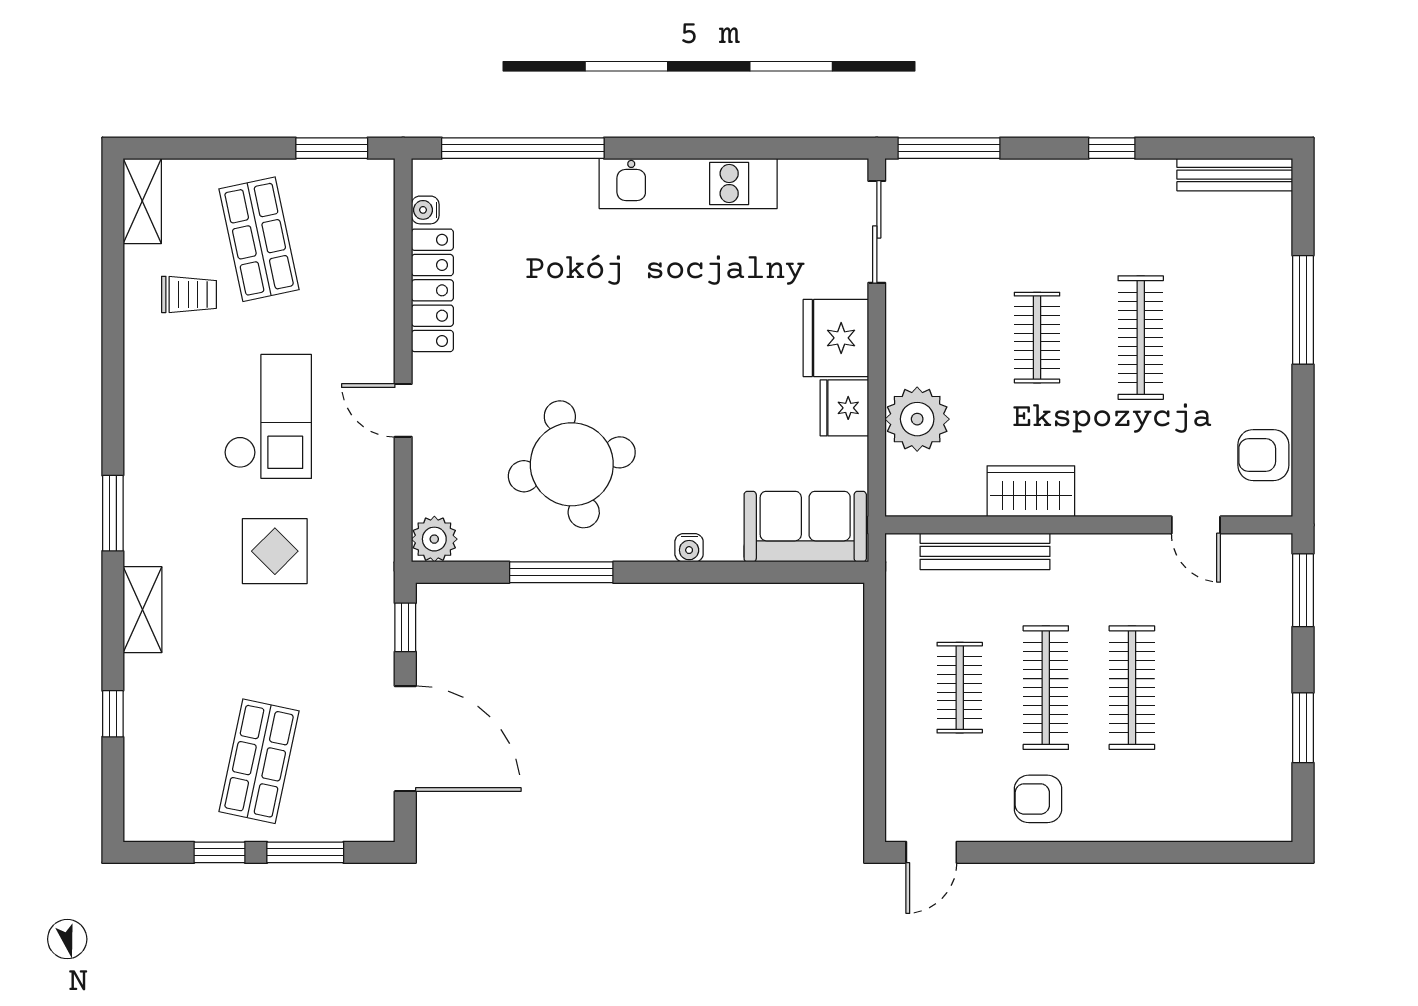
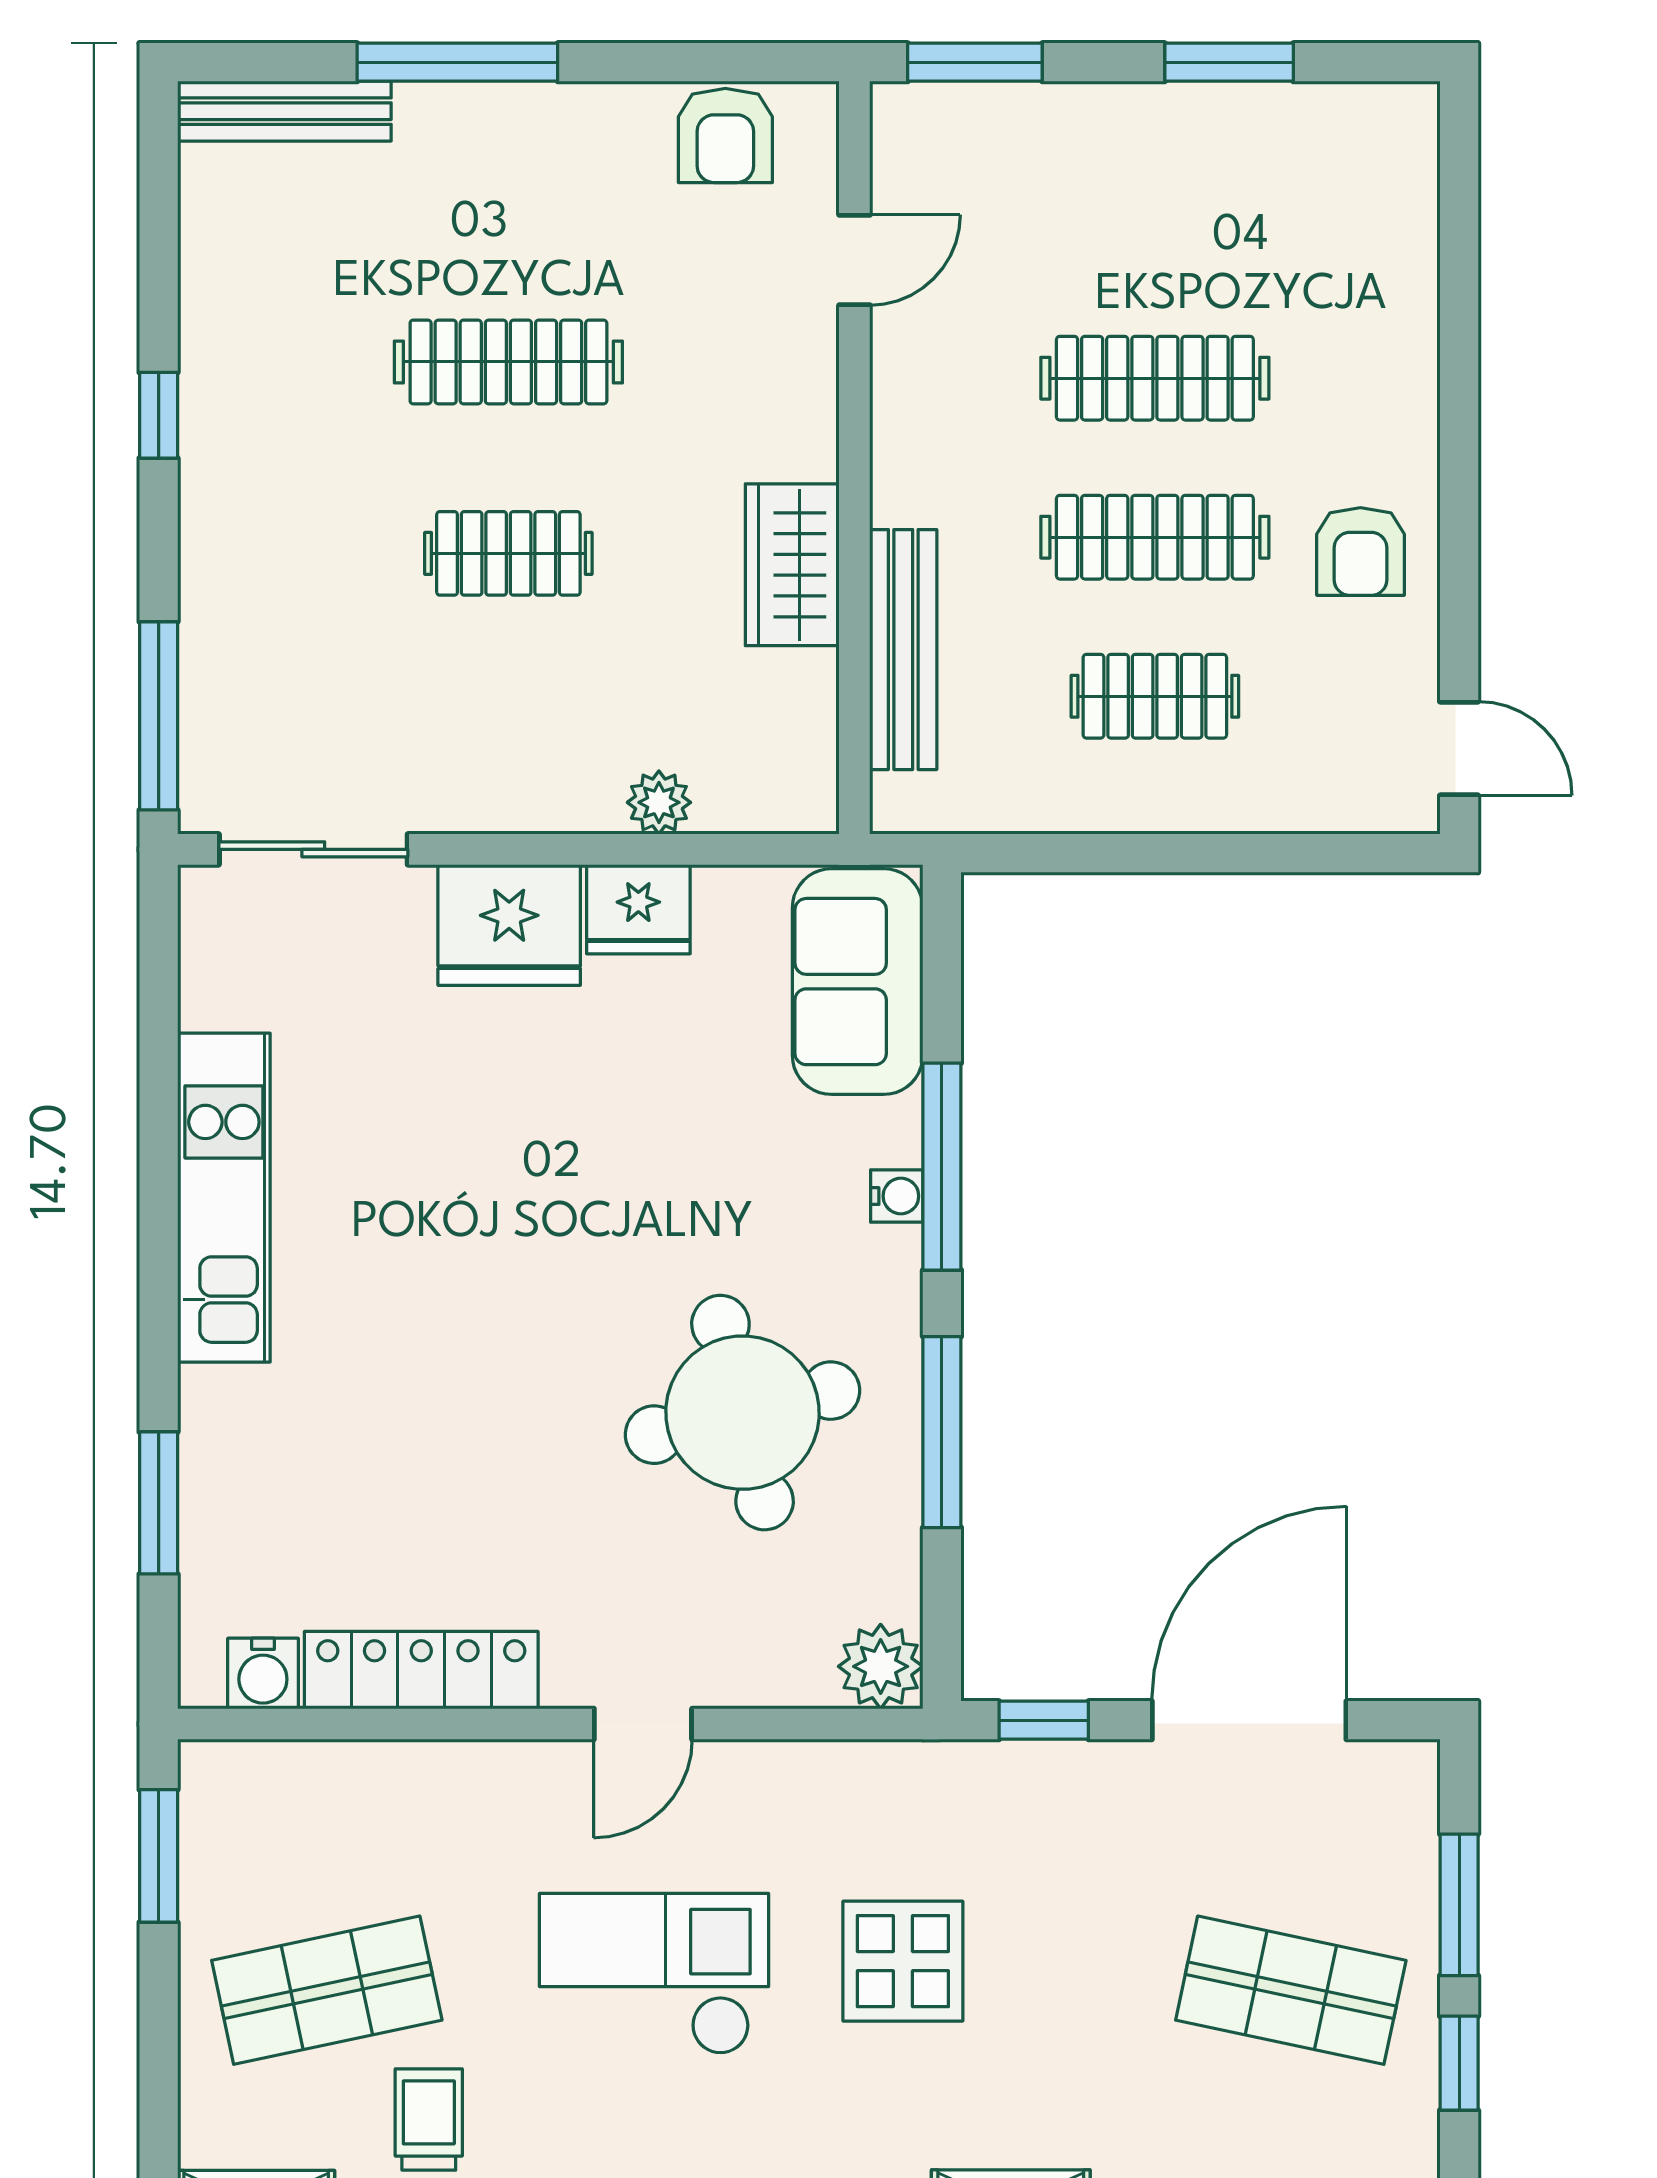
window: (523, 148) -> (159, 1503), width x0.47
bench: (1235, 175) -> (284, 111), moved, turned 90
water cooler: (425, 210) -> (263, 1673), width x1.38, depth x1.38
plant: (917, 419) -> (659, 802), width x0.53, depth x0.53
window: (705, 572) -> (942, 1167), added

